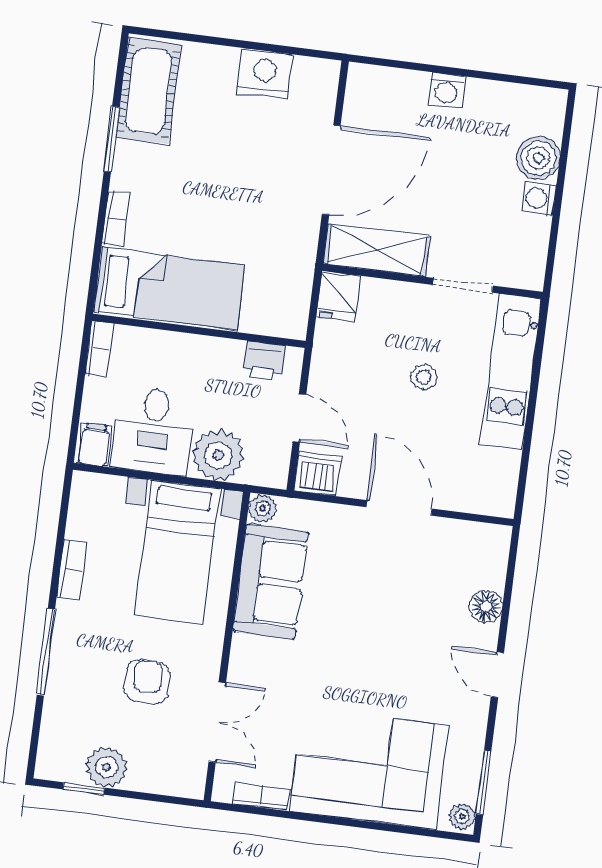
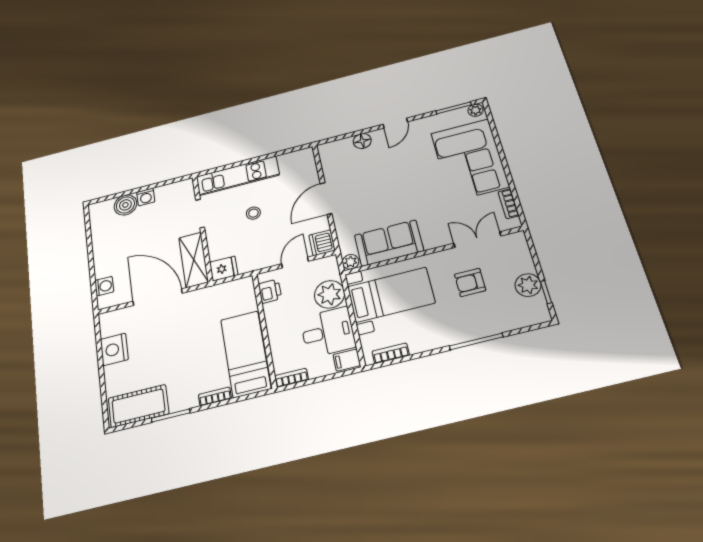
washing machine: (446, 90) -> (104, 286), moved
bookcase: (72, 569) -> (391, 353), moved

